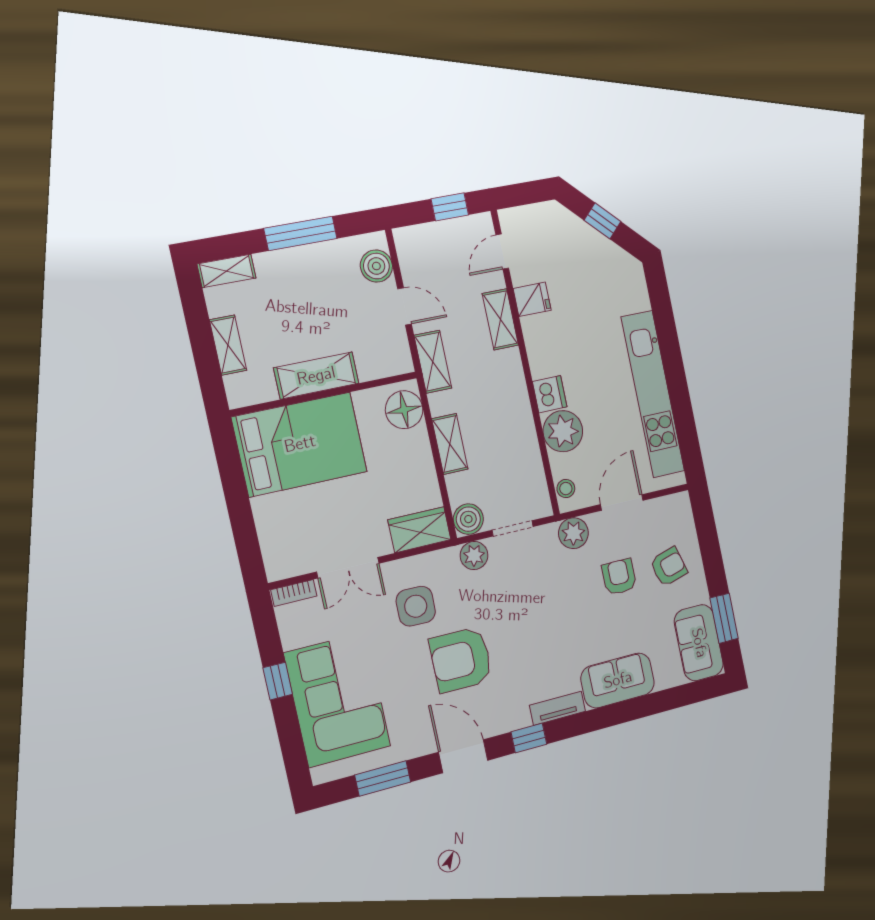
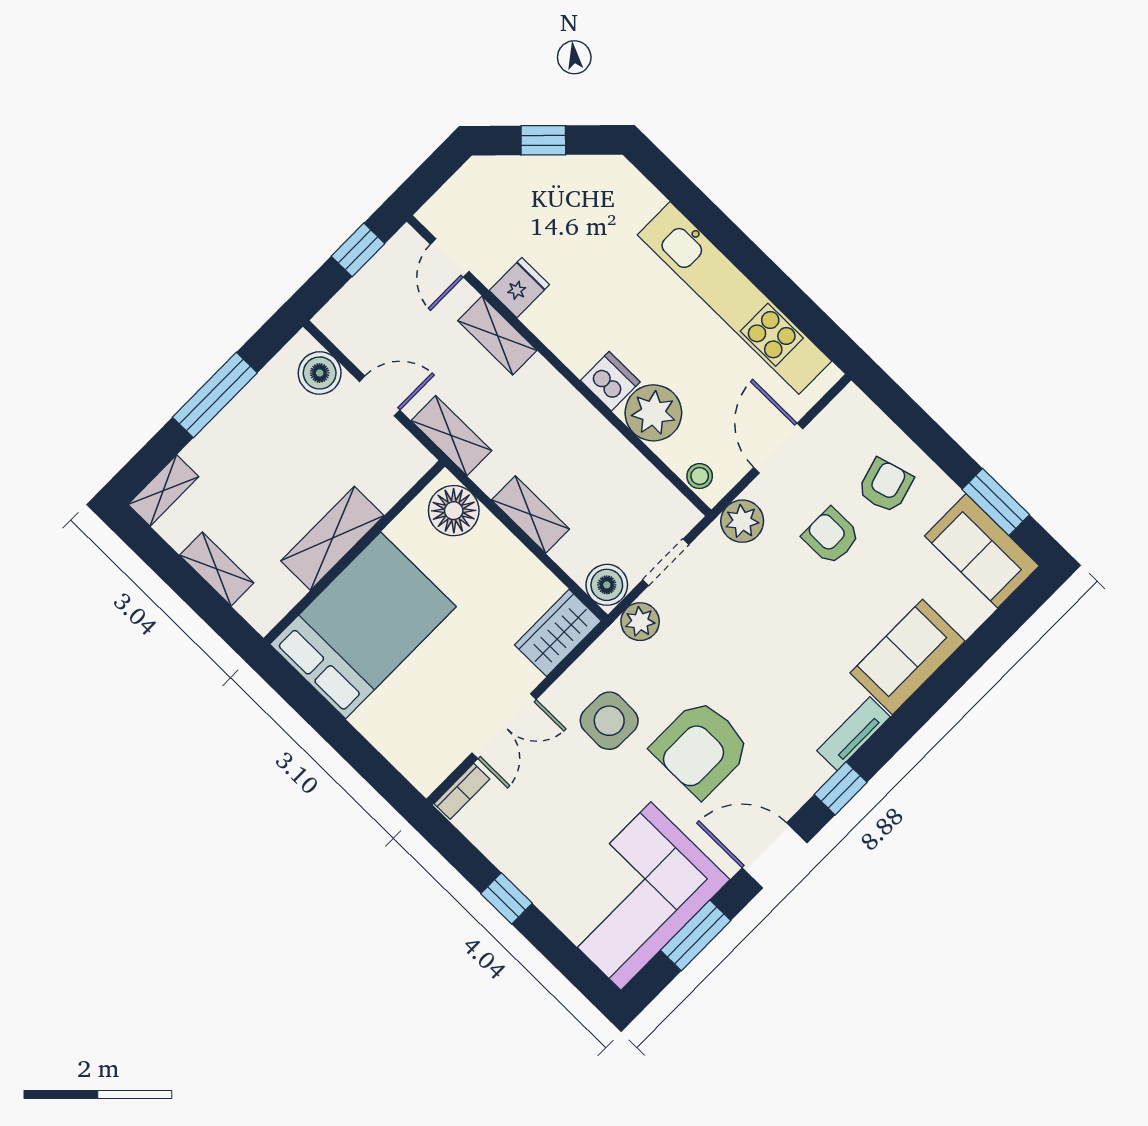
corner sofa: (337, 700) -> (636, 896), moved, turned -90

